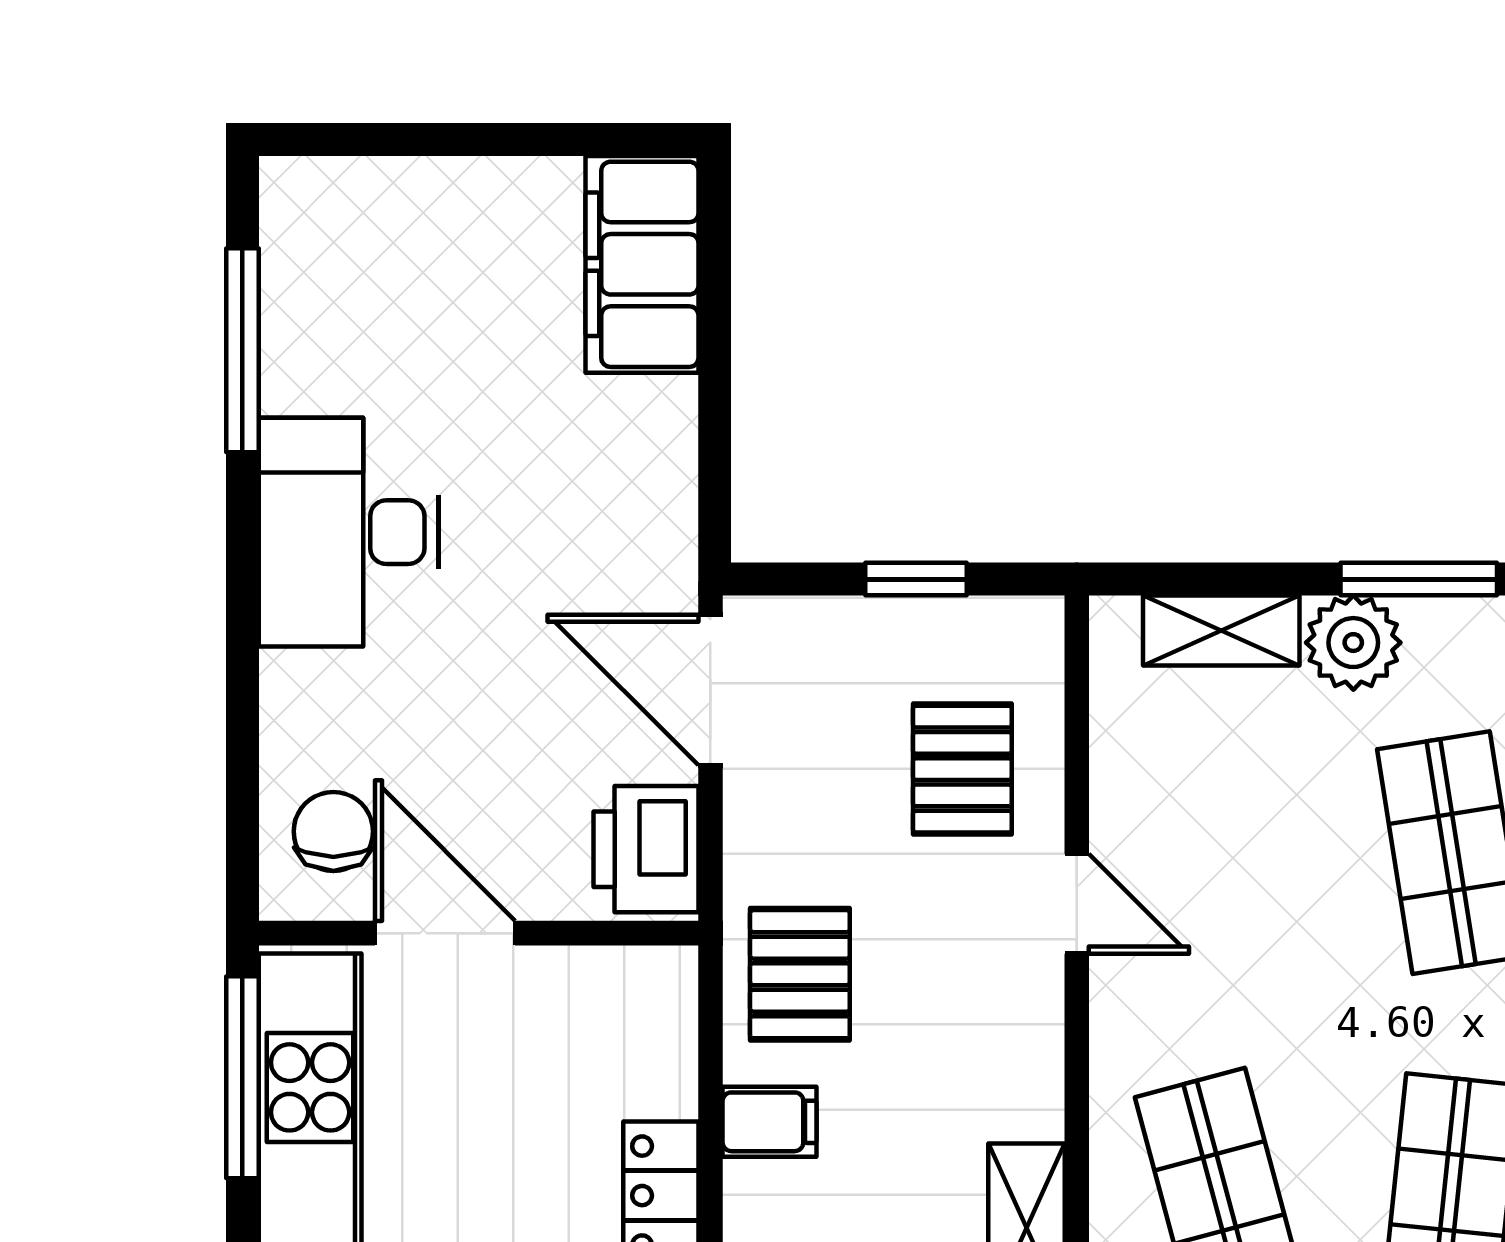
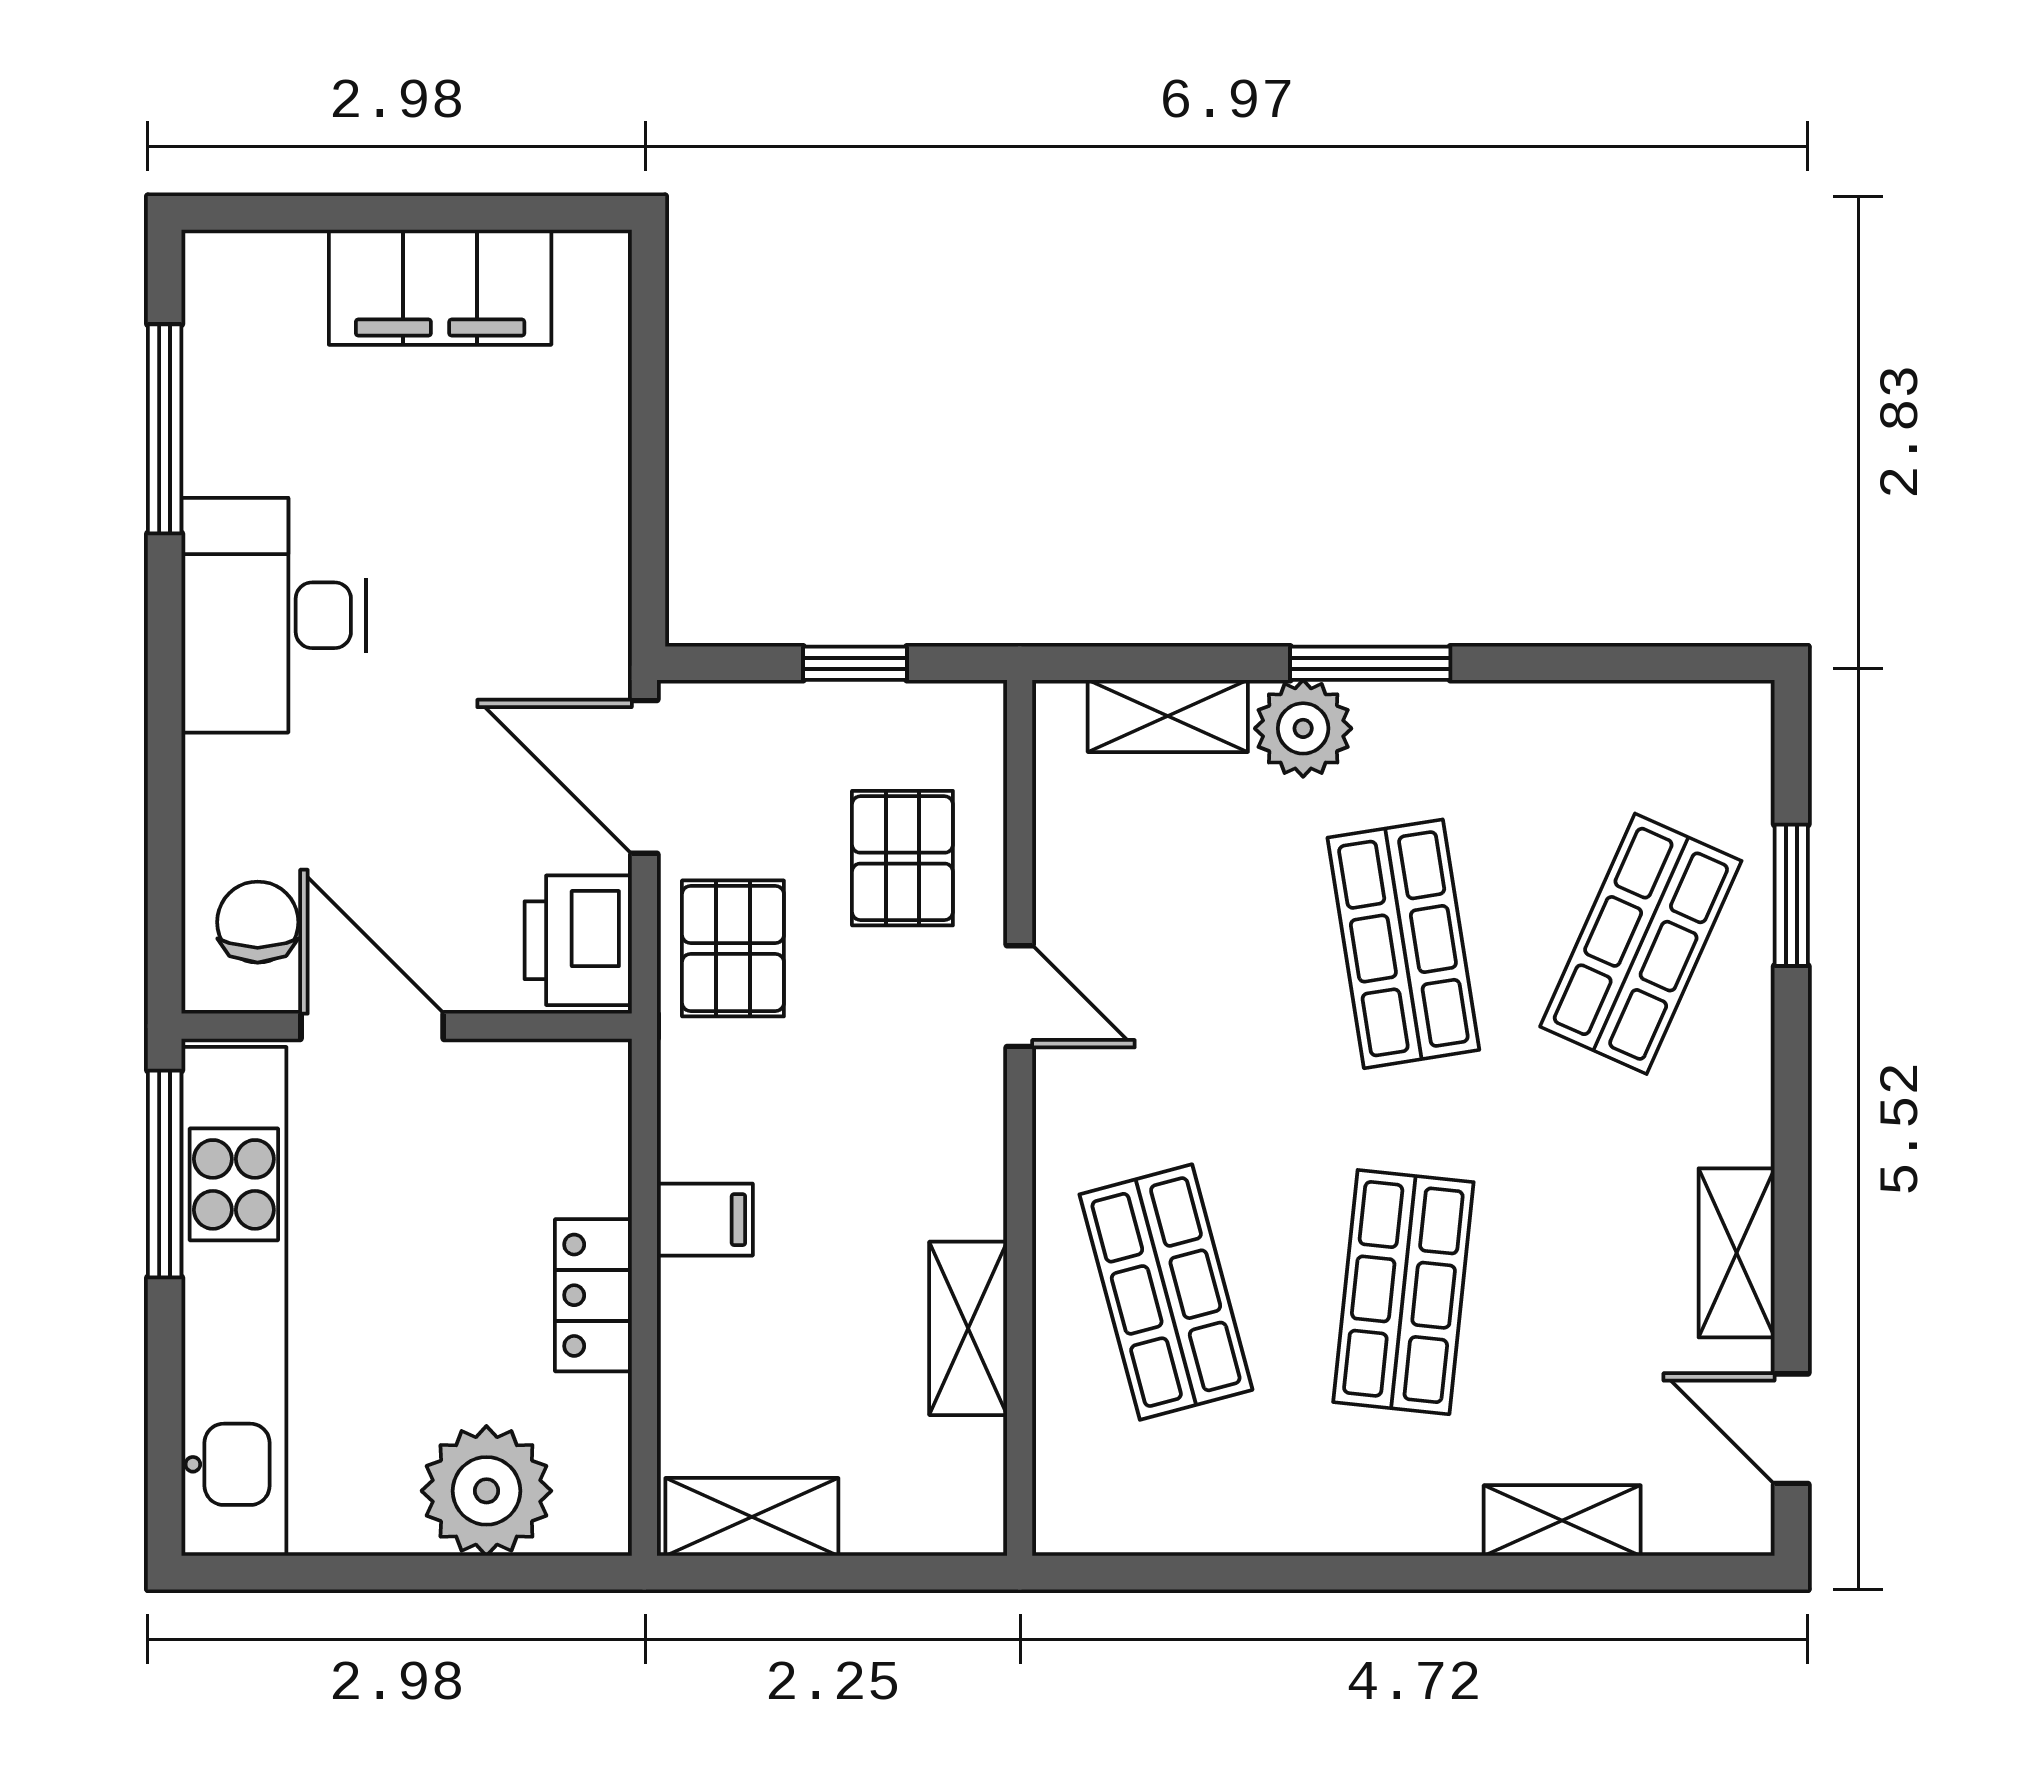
filing cabinet: (642, 264) -> (440, 287), moved, turned -90
pallet: (800, 974) -> (733, 948), moved

